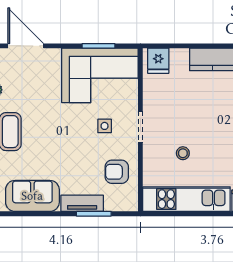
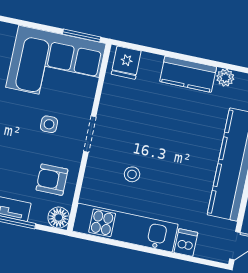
window: (99, 46) -> (82, 36), moved
floor lamp: (129, 202) -> (59, 218), added

